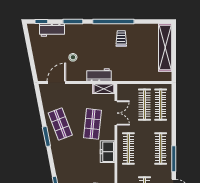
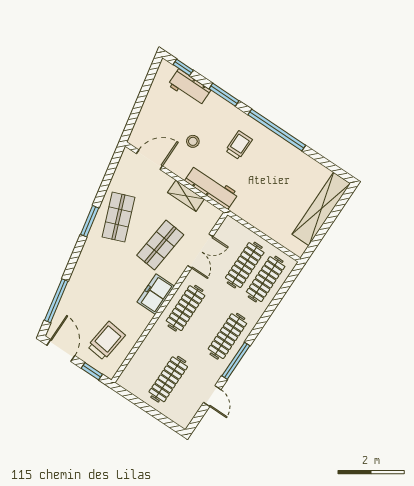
trolley: (121, 38) -> (239, 145), moved
workbench: (99, 75) -> (211, 187), width x1.38
shelving: (104, 89) -> (186, 196), moved

